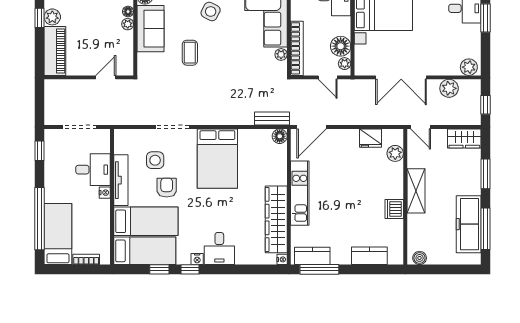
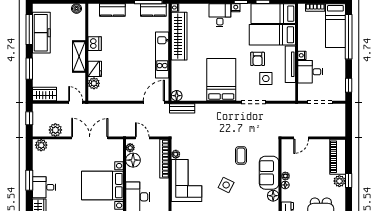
fridge: (370, 138) -> (95, 69), moved, turned 90

